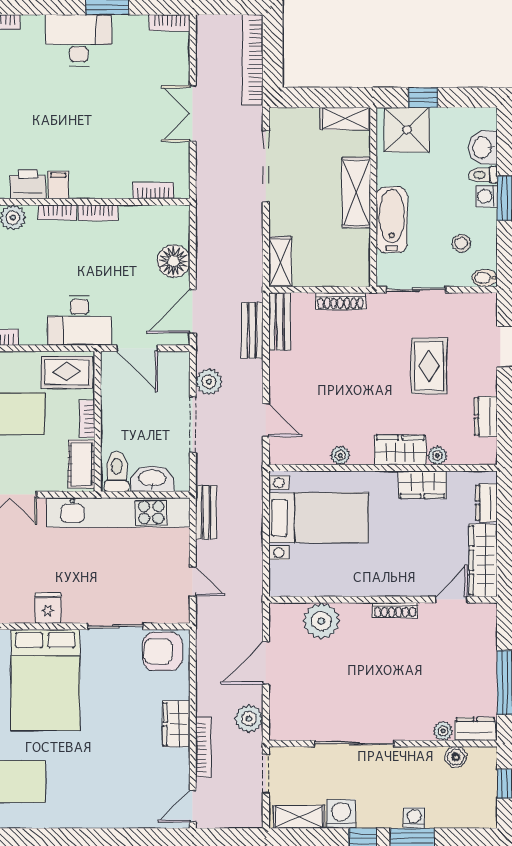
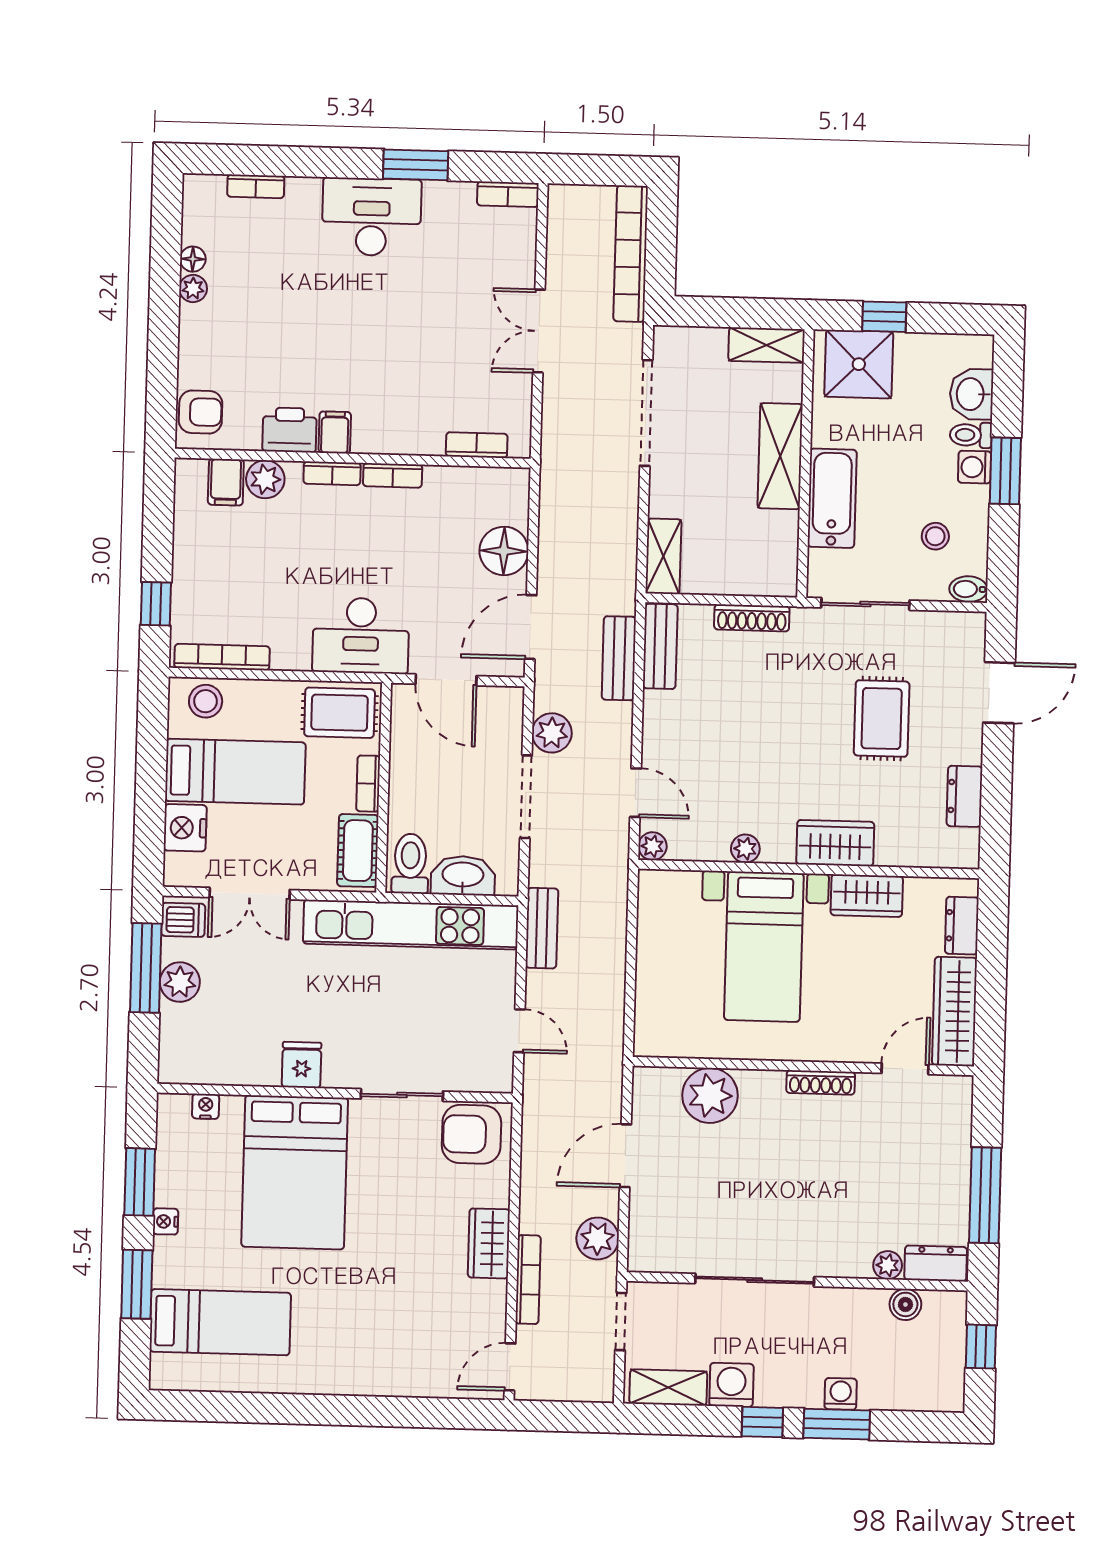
plant: (437, 456) -> (652, 846), moved
bed with nightstands: (319, 518) -> (764, 947), moved, turned 90

